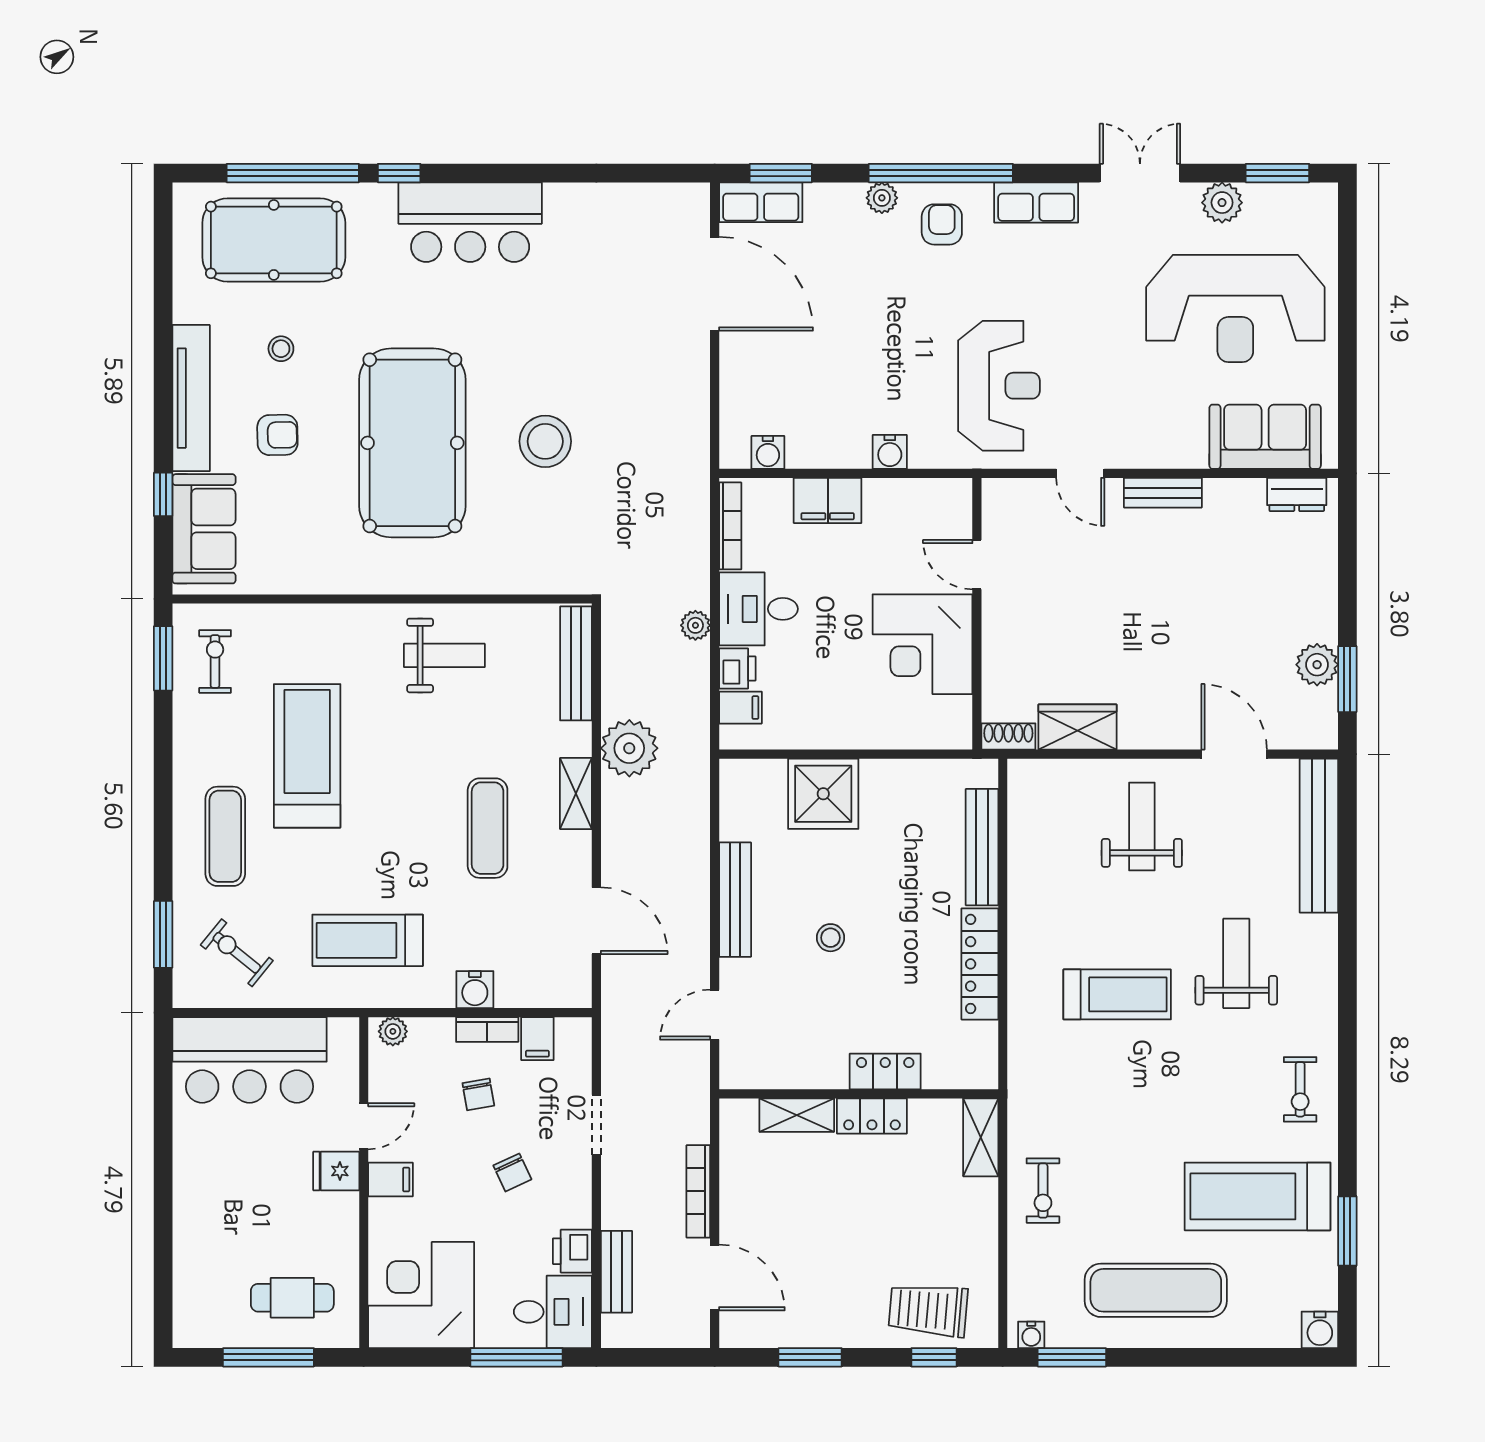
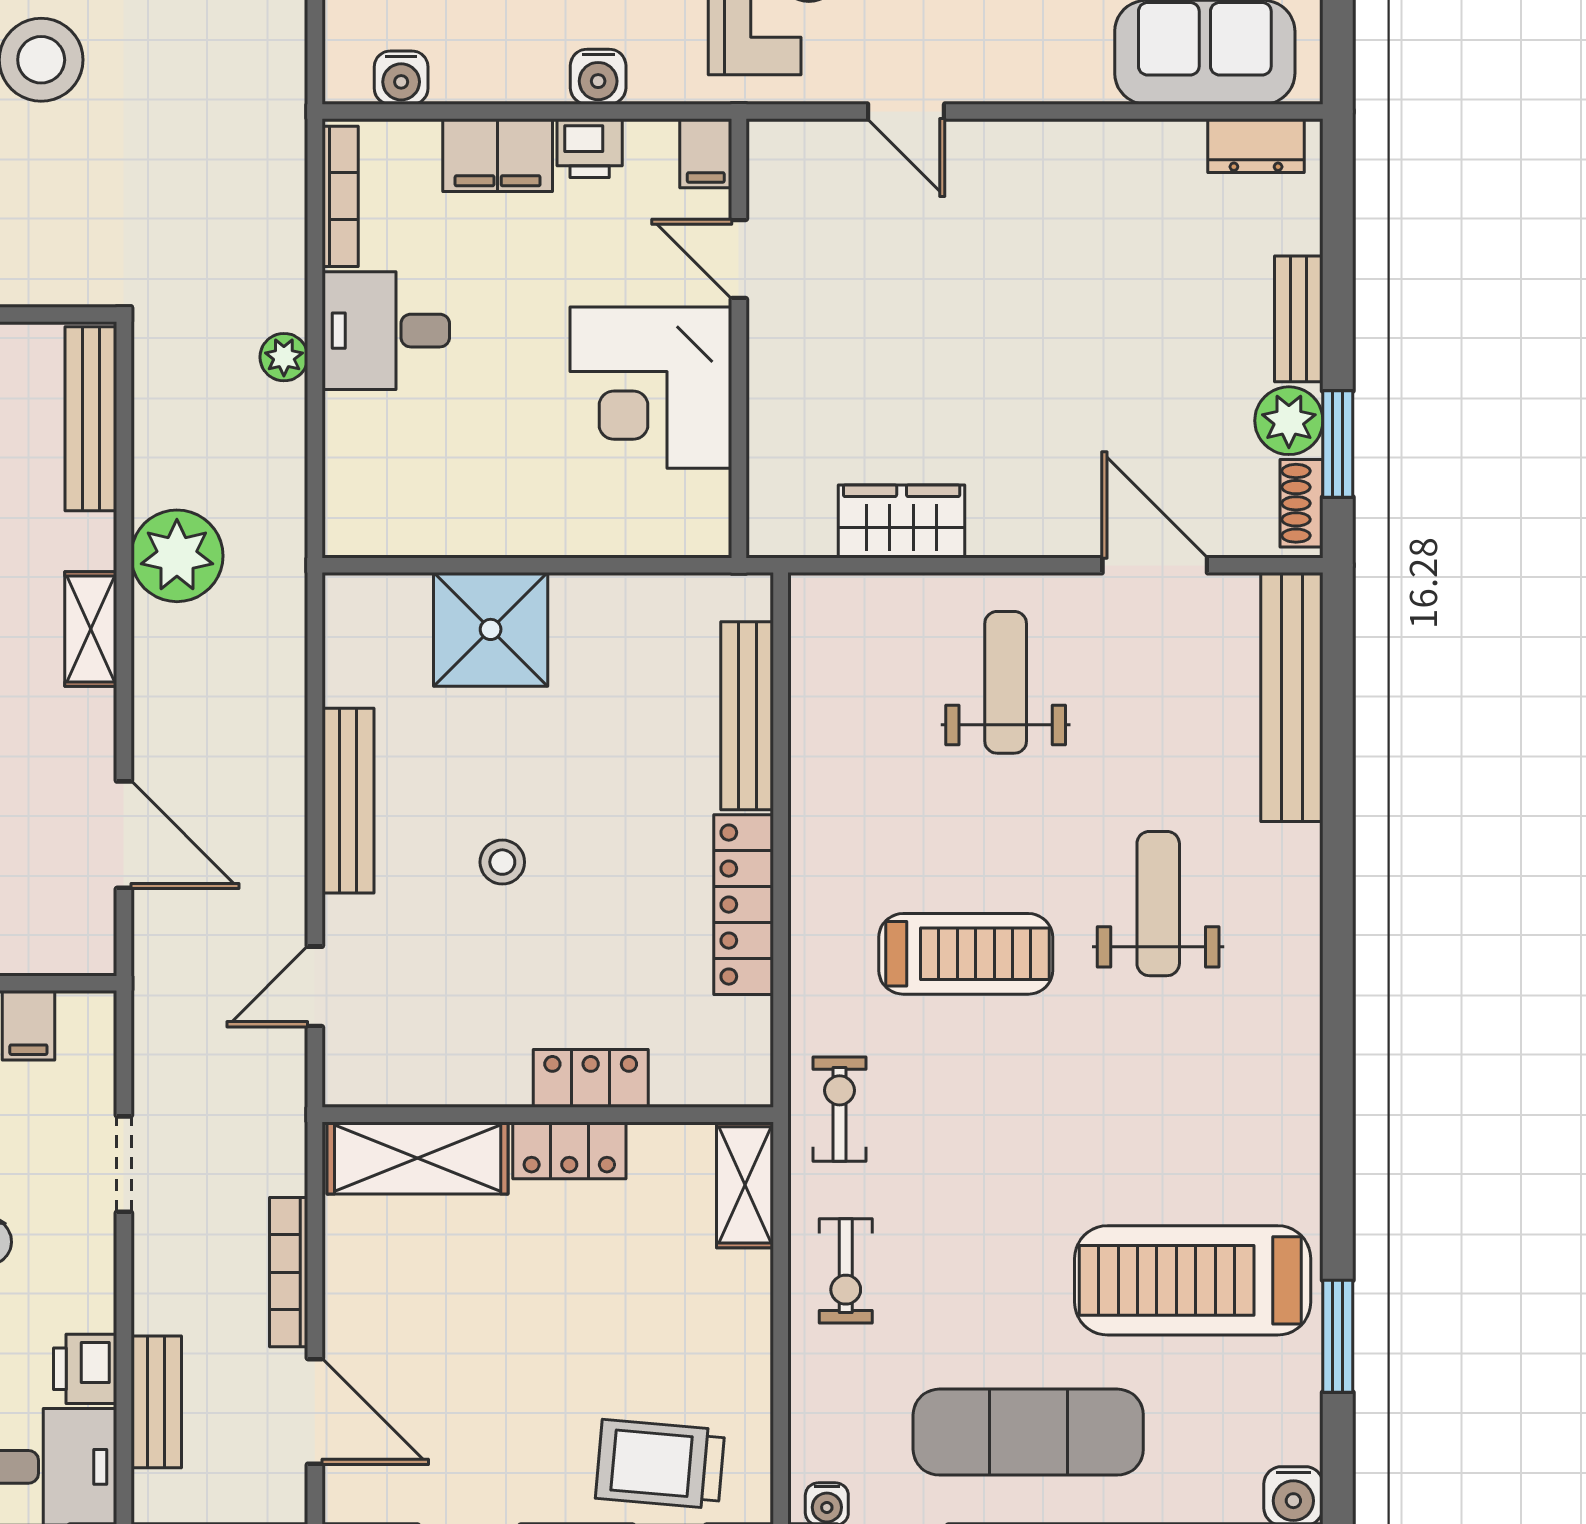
bench: (1163, 493) -> (1299, 319), moved, turned 90
printer: (737, 668) -> (590, 148), moved, turned 90
filing cabinet: (740, 708) -> (706, 153), moved, turned 90
shoe rack: (1008, 737) -> (1302, 503), moved, turned -90
exercise bike: (1300, 1089) -> (839, 1109), moved, turned 180
shelving: (797, 1115) -> (418, 1158), width x1.50, depth x1.33

